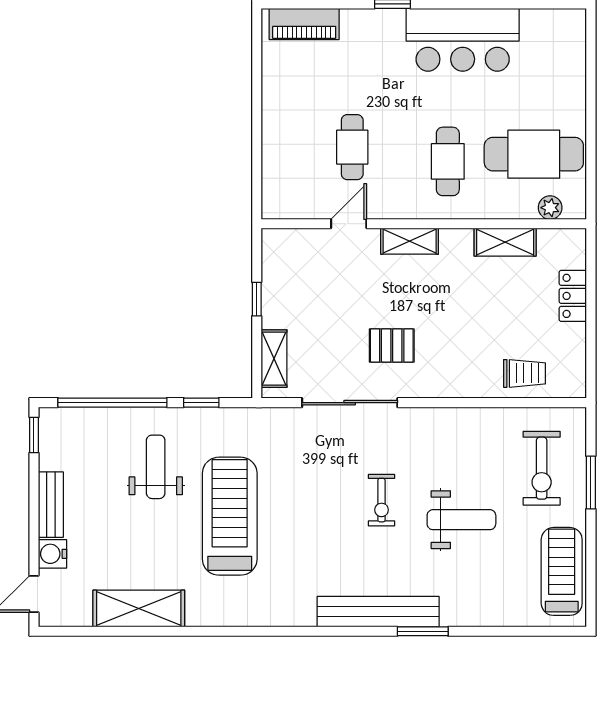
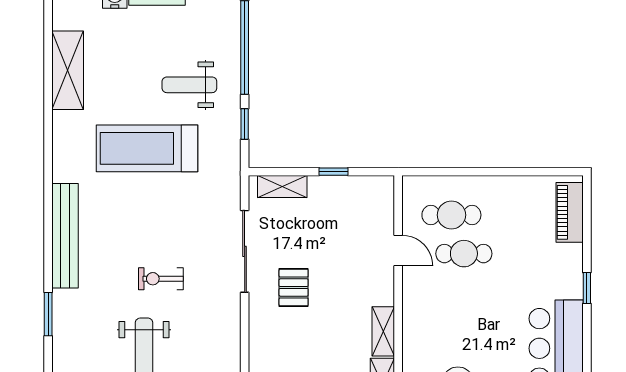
cafe table: (448, 161) -> (451, 215), moved
shelving: (410, 241) -> (383, 331), moved
weight bench: (156, 467) -> (189, 85), turned 180
treadmill: (230, 516) -> (147, 148), turned 180
bench: (378, 612) -> (65, 236), moved

